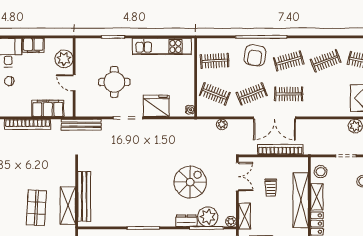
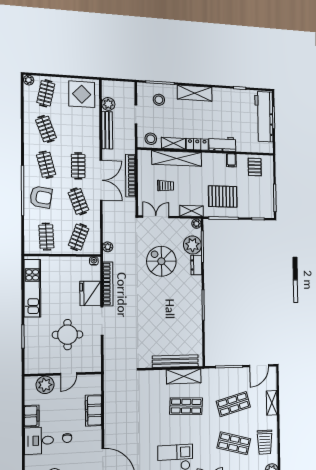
filing cabinet: (48, 108) -> (94, 411), moved
bookcase: (28, 124) -> (108, 284), moved
plant: (222, 124) -> (108, 247), moved
bench: (81, 125) -> (107, 130), moved

